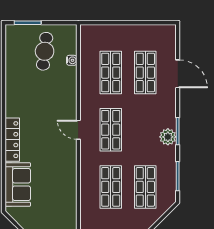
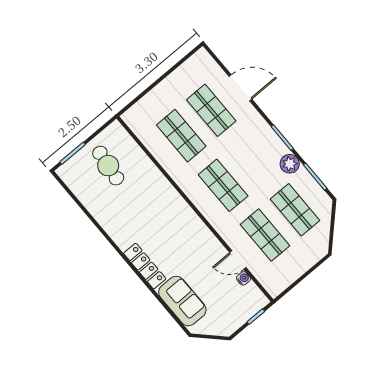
water cooler: (72, 60) -> (243, 278), moved
door: (78, 130) -> (238, 260), moved
plant: (168, 137) -> (290, 164), moved

